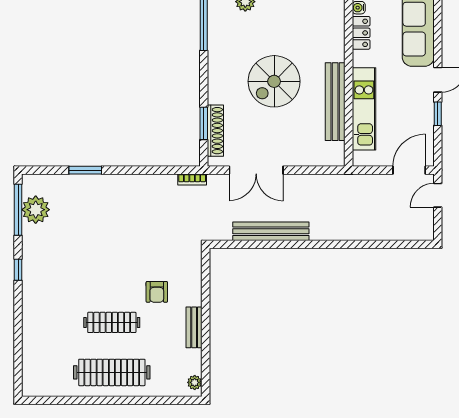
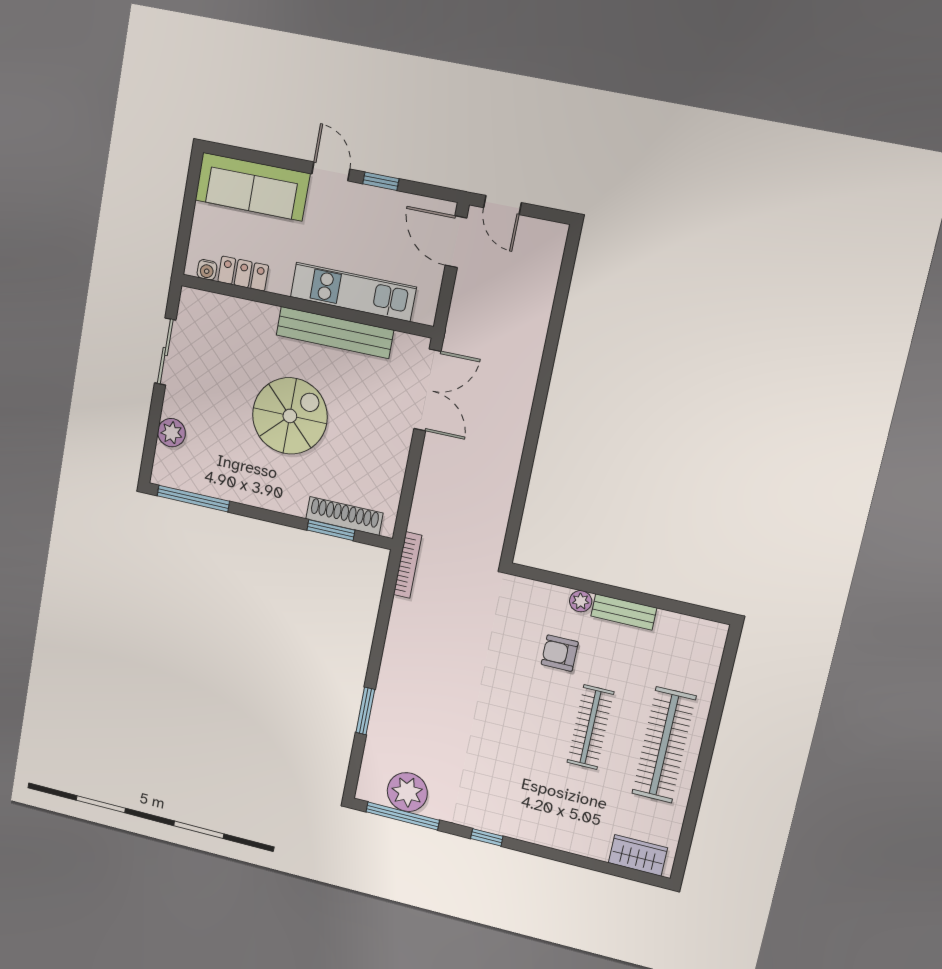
spiral stairs: (274, 81) -> (290, 416), turned -90
double door: (256, 170) -> (427, 390), moved
bookcase: (192, 180) -> (408, 565), width x1.56
bench: (271, 231) -> (505, 468), removed
armchair: (157, 292) -> (560, 653), turned 180
wardrobe: (32, 372) -> (638, 855), added
plant: (195, 382) -> (581, 601), moved

